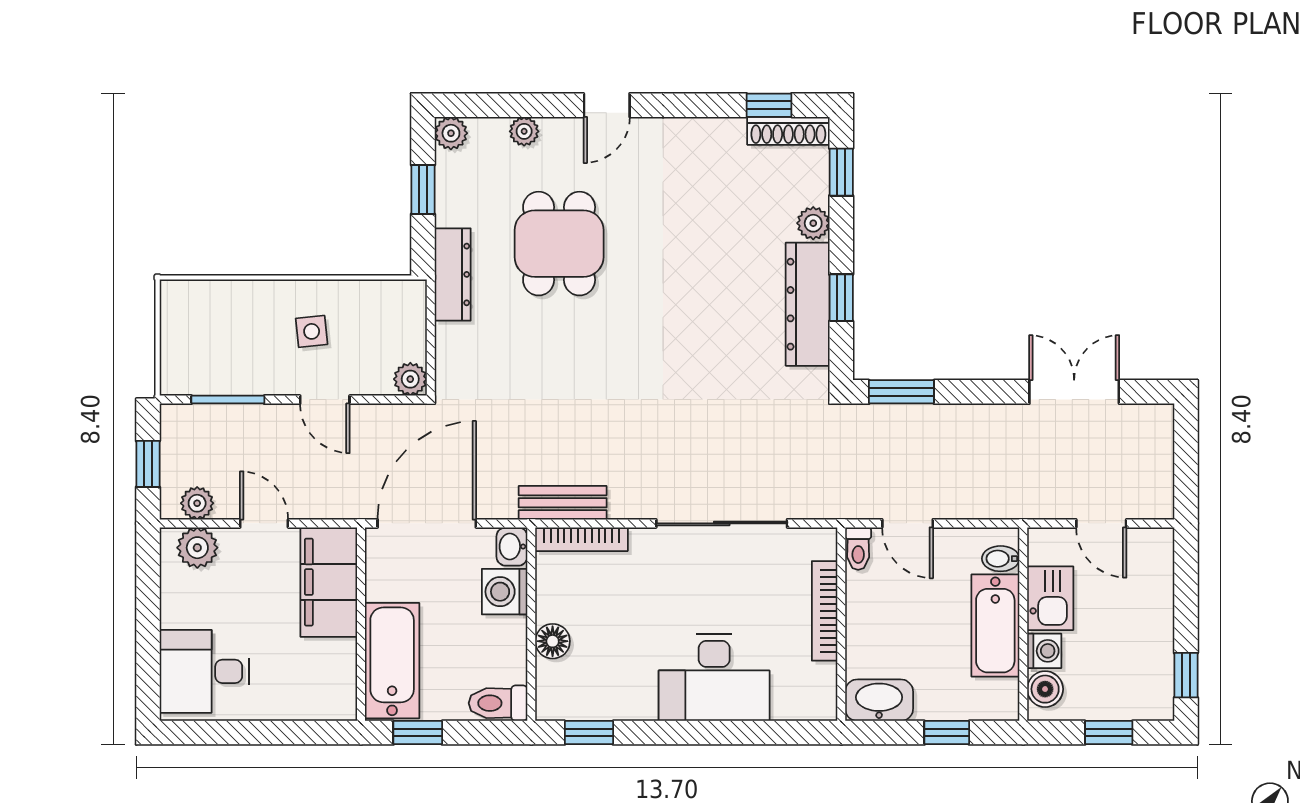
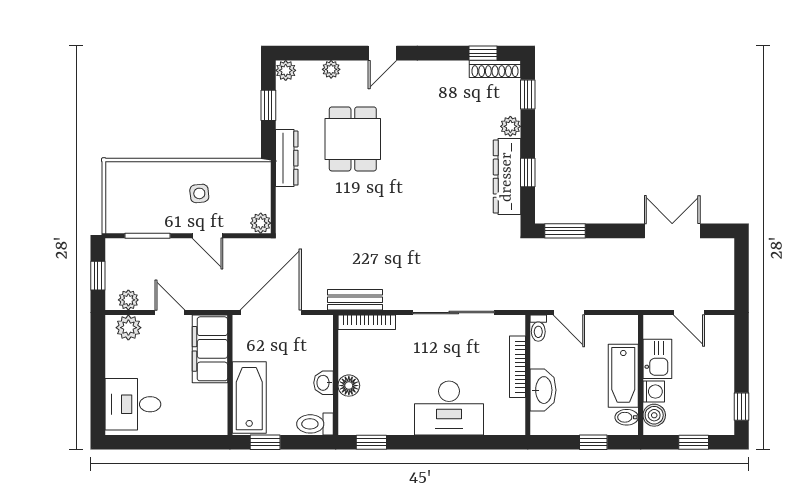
washbasin: (512, 547) -> (324, 383), moved
bidet: (1001, 559) -> (627, 417), moved
washing machine: (505, 592) -> (319, 355), removed
washbasin: (879, 700) -> (543, 390), moved, turned 90

